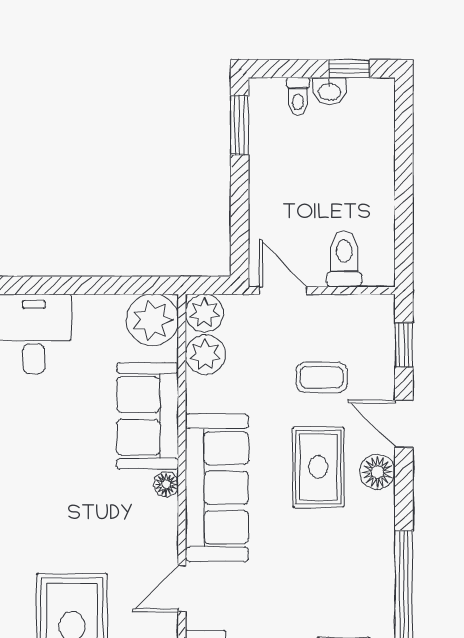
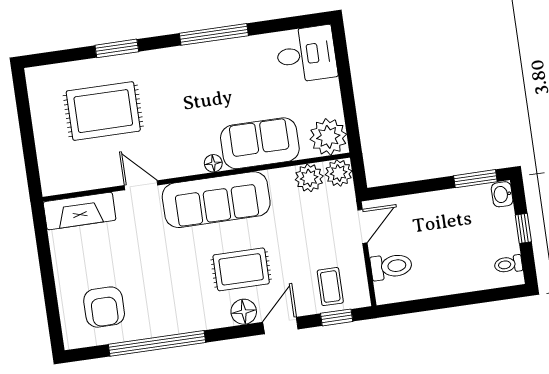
window: (349, 69) -> (523, 228), moved
washbasin: (329, 91) -> (502, 194), moved
toilet: (298, 96) -> (508, 264), moved
coffee table: (322, 377) -> (330, 287), moved

